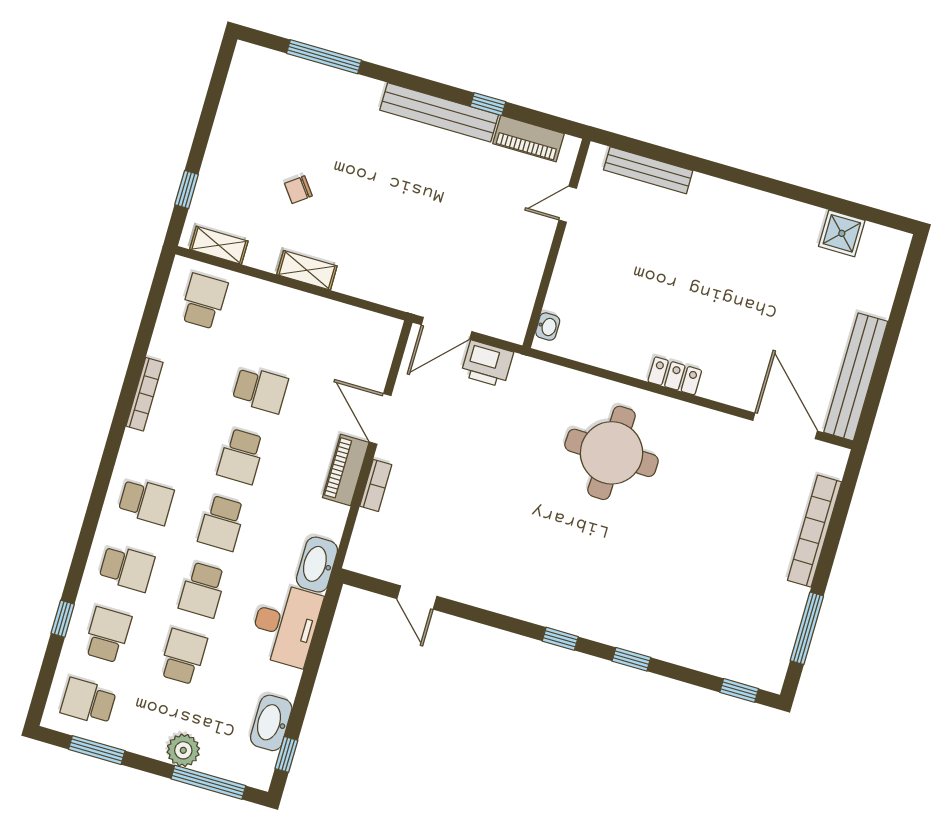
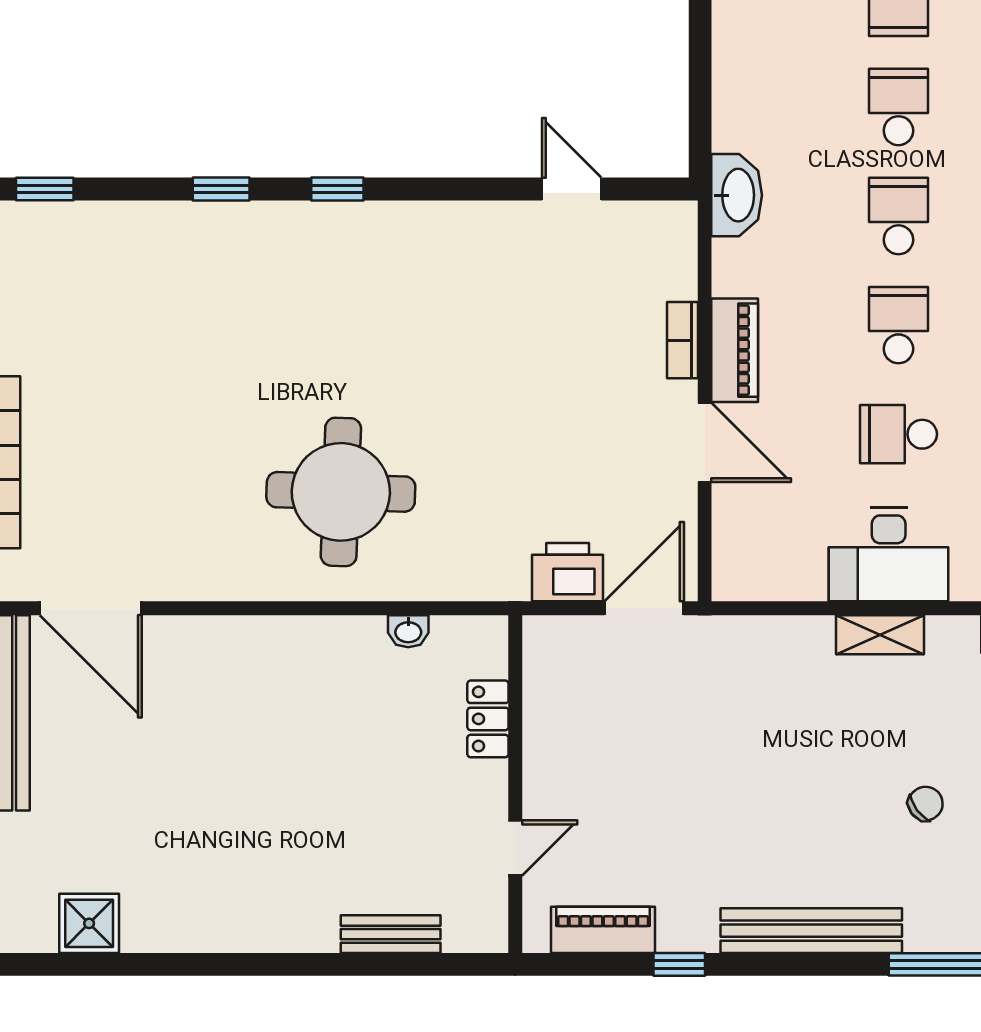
bench: (439, 112) -> (811, 931), moved
bench: (648, 170) -> (391, 934), width x0.73
chair: (298, 190) -> (926, 804), moved
washbasin: (548, 327) -> (408, 631), moved, turned -90
locker: (675, 376) -> (488, 719), moved, turned 90
desk: (285, 625) -> (889, 555), moved, turned -90

